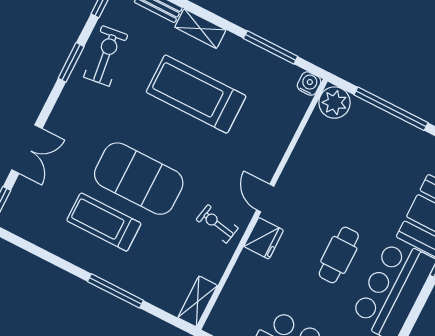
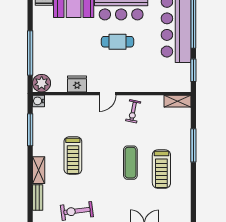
treadmill: (196, 94) -> (73, 155), width x0.73, depth x0.73
exercise mat: (139, 179) -> (130, 163), width x0.50, depth x0.69
fridge: (264, 238) -> (77, 84), moved

